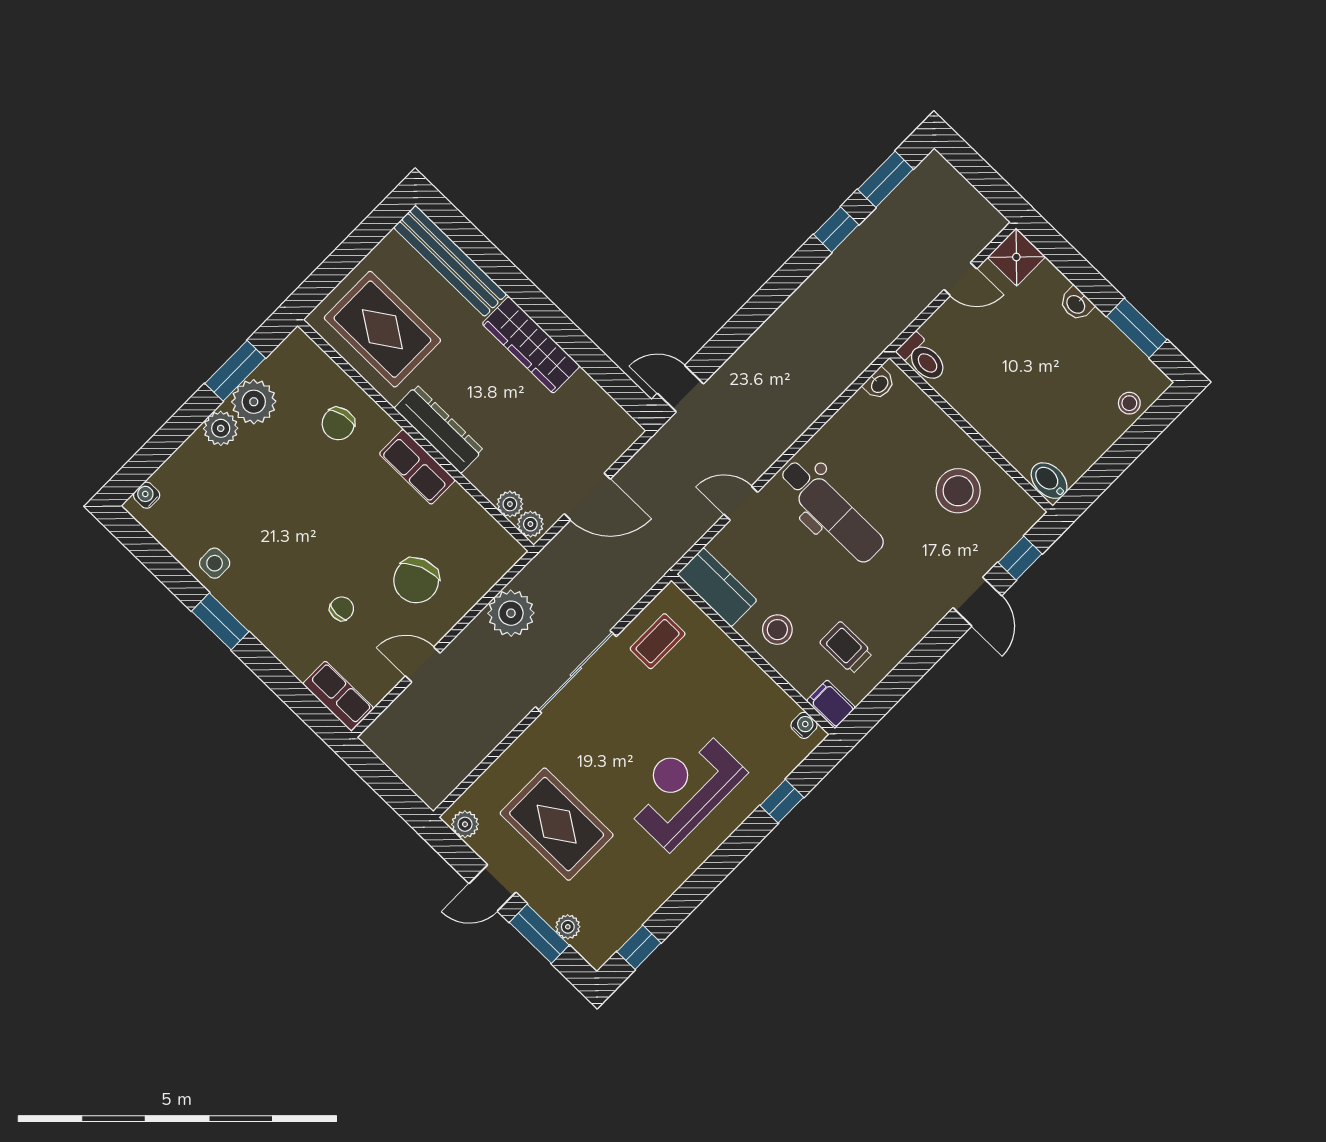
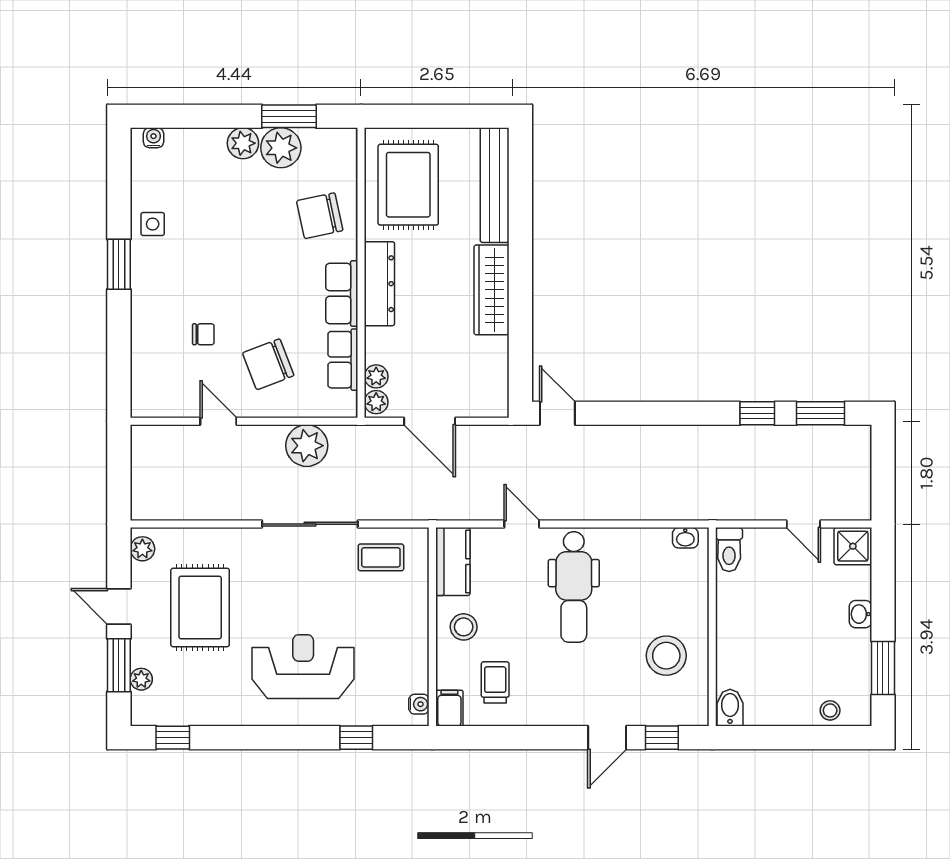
chair: (338, 424) -> (320, 216), width x1.37, depth x1.37
row of seats: (338, 696) -> (343, 360), moved, turned 180

